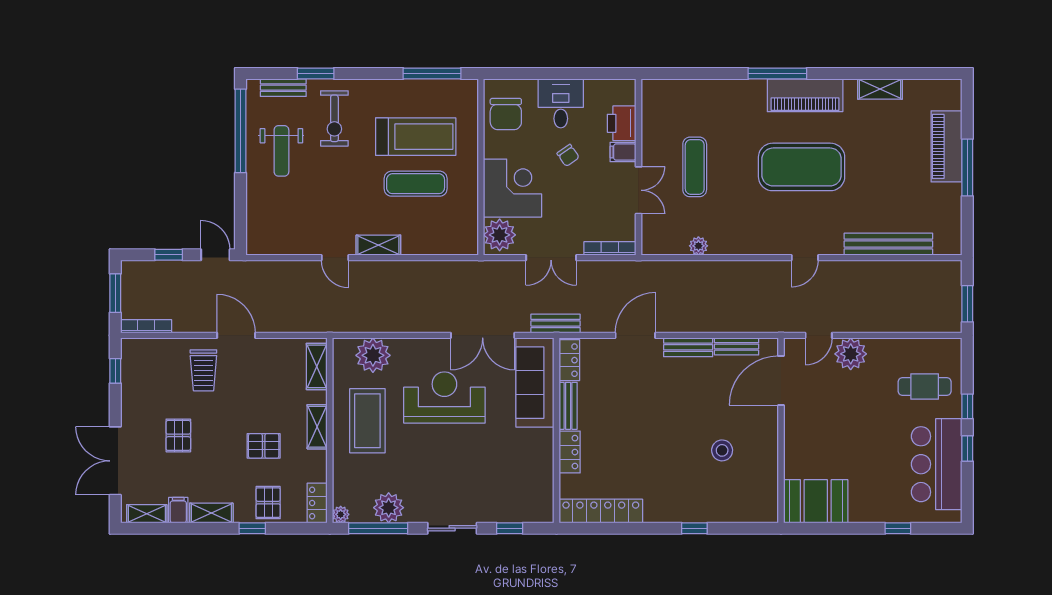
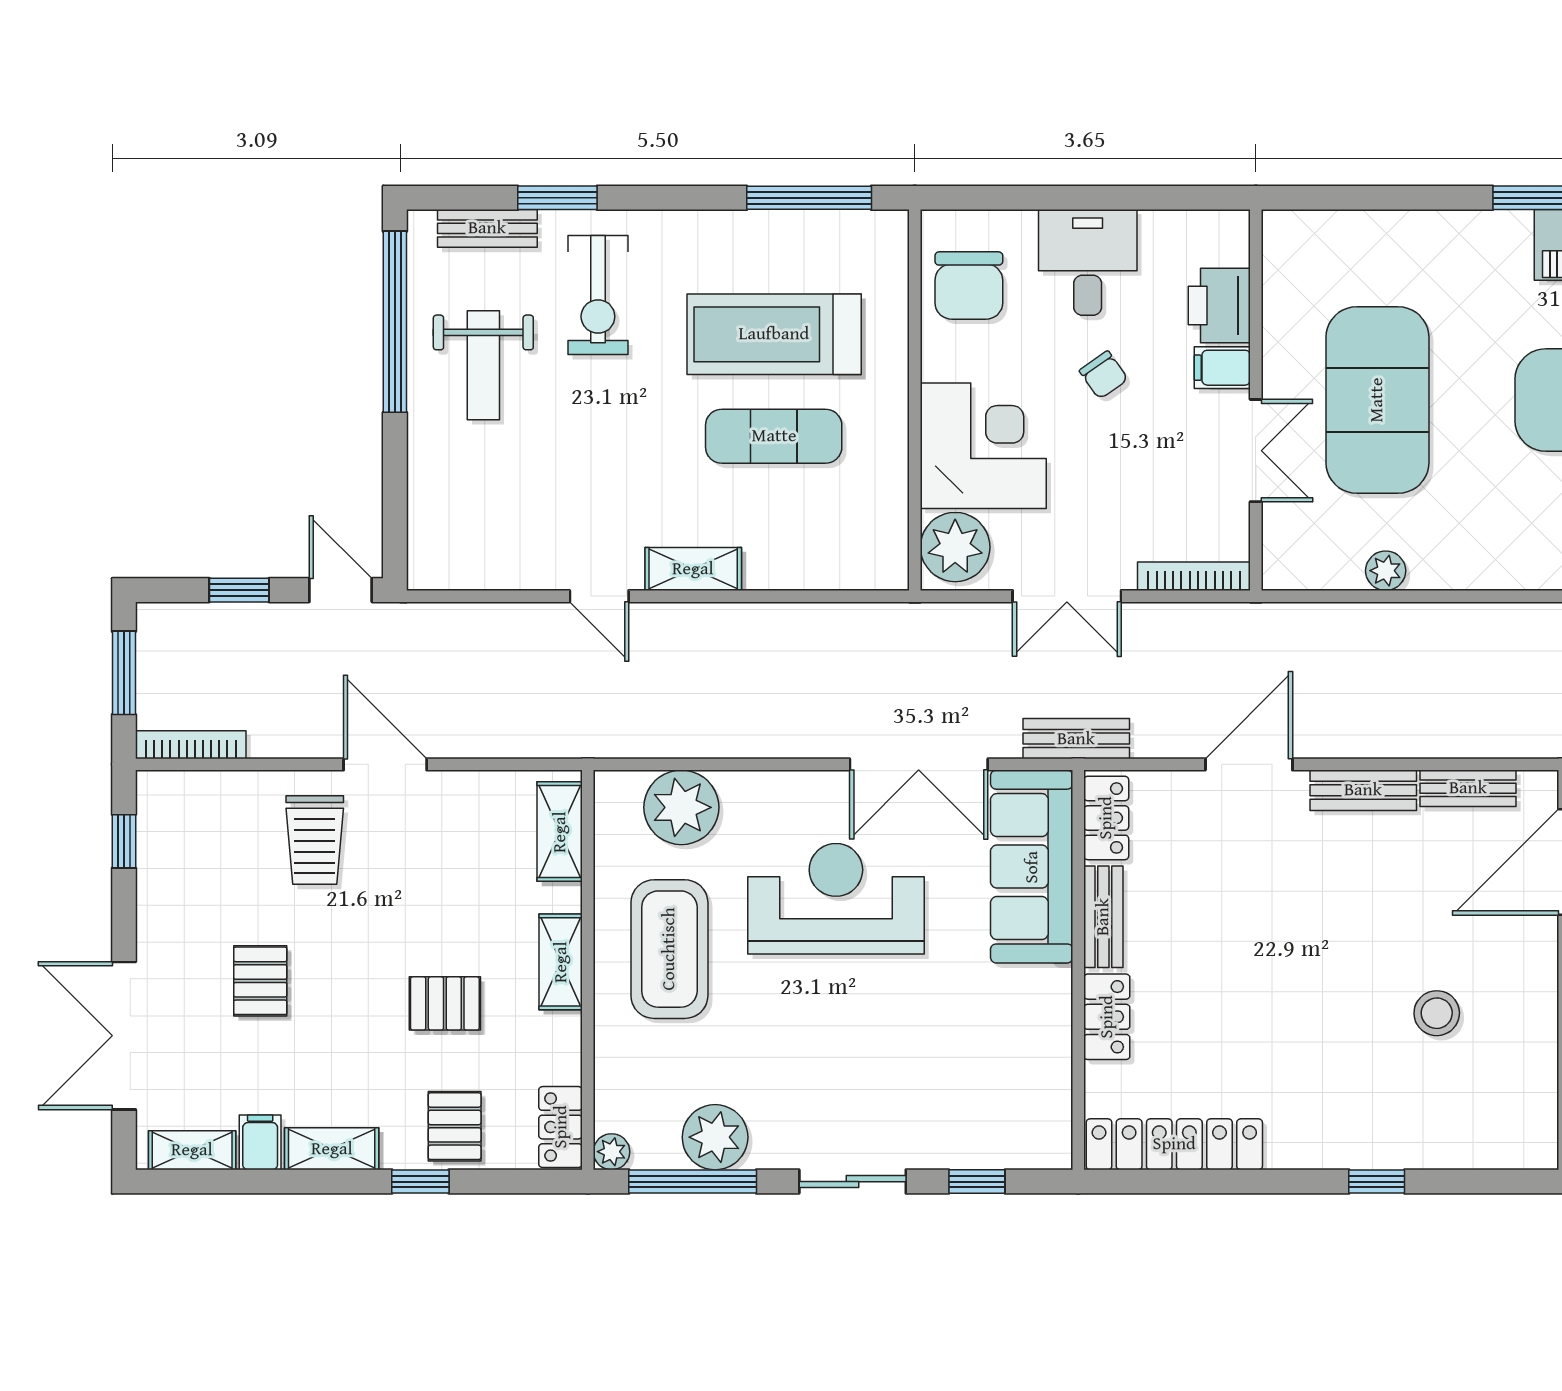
treadmill: (416, 137) -> (774, 334), turned 180
exercise mat: (695, 167) -> (1377, 400), width x2.00, depth x1.45

